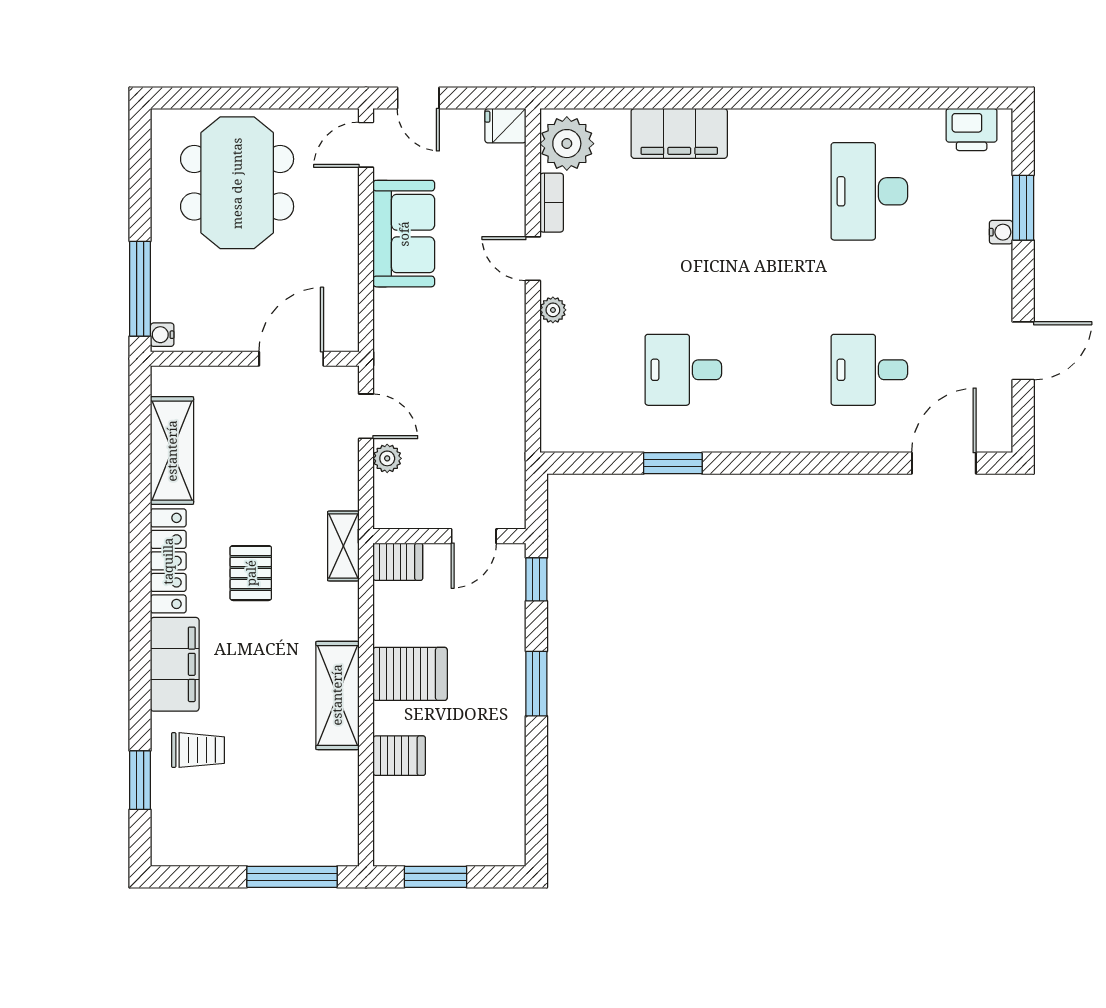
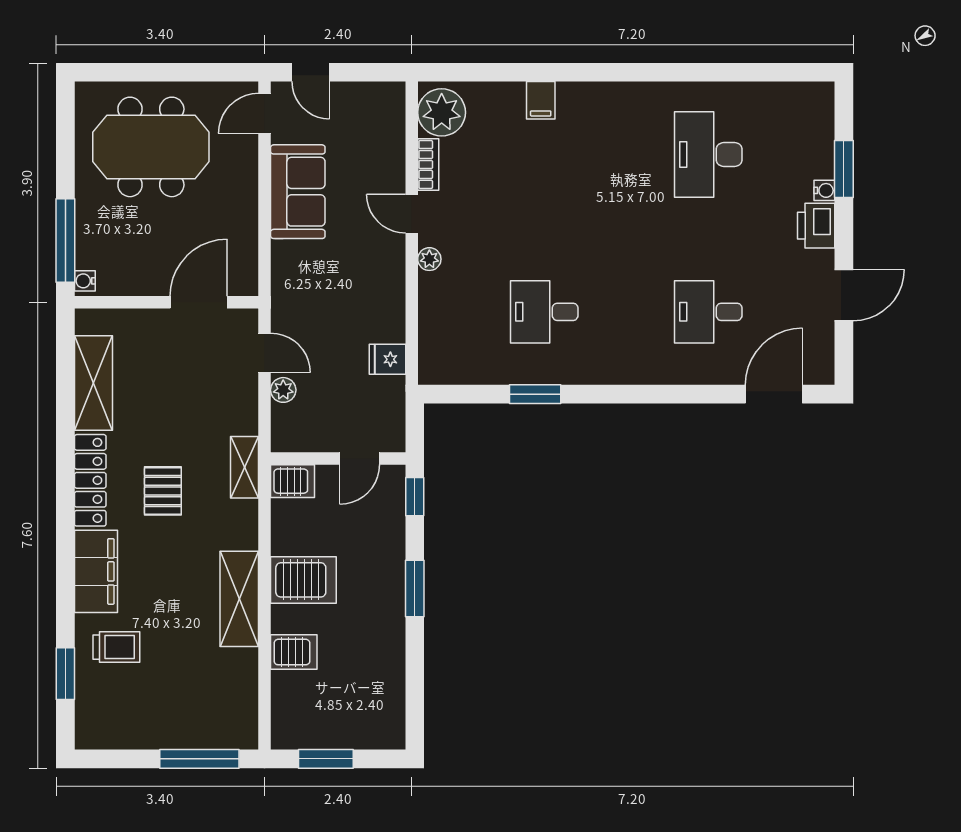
fridge: (505, 126) -> (387, 359), moved
printer: (972, 129) -> (816, 226), moved, turned 90
filing cabinet: (679, 133) -> (541, 100), width x0.33, depth x0.86
meeting table: (237, 183) -> (151, 147), turned 90

